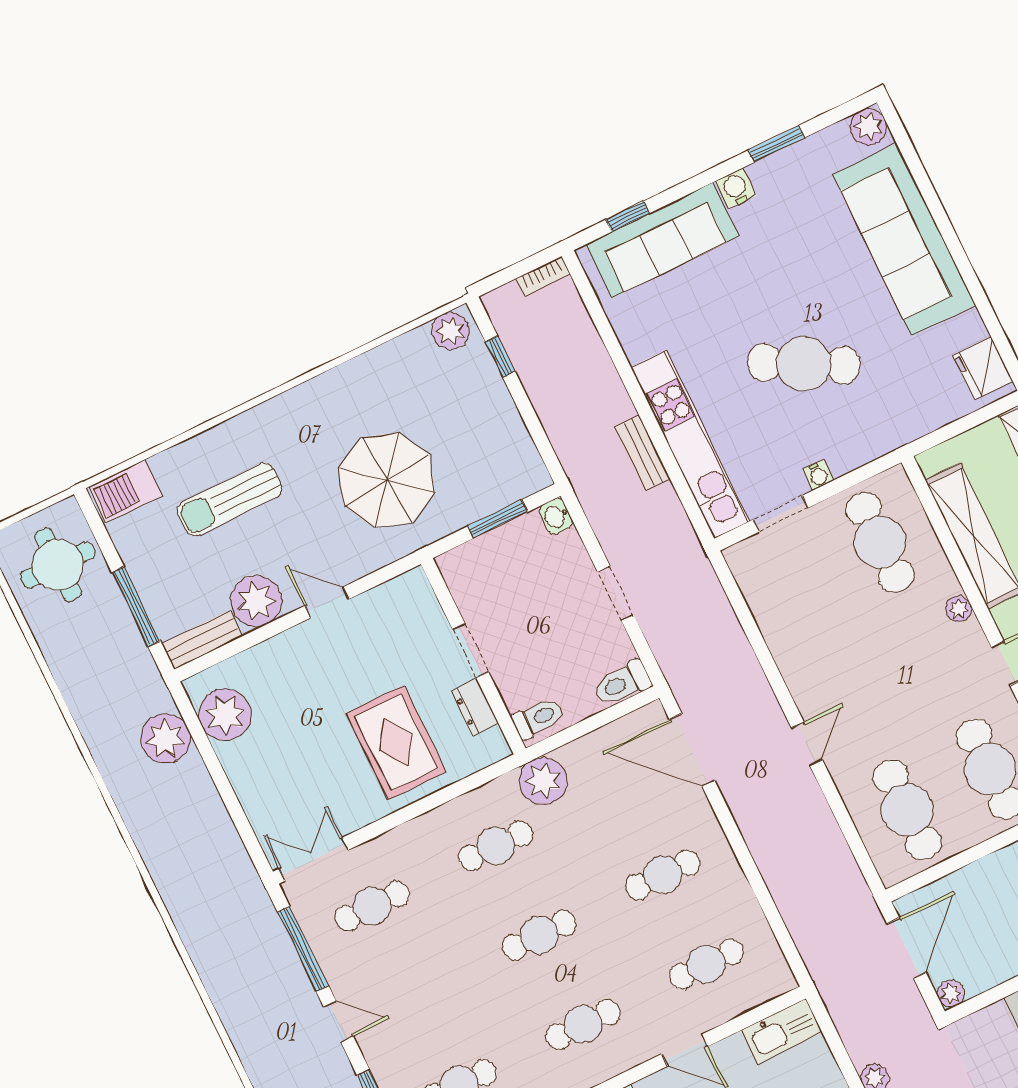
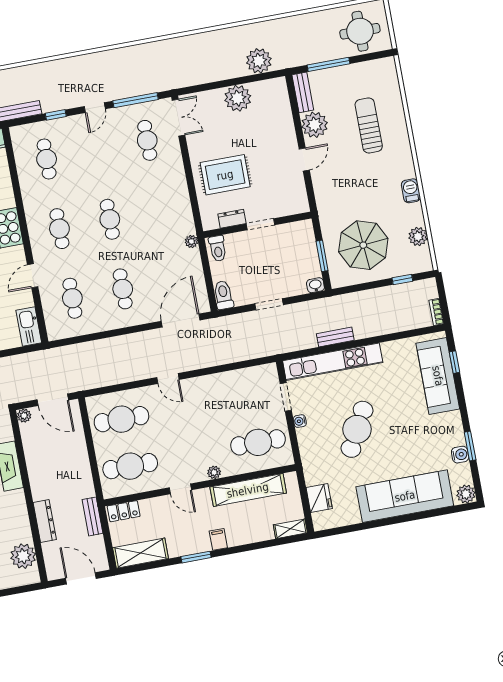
water cooler: (736, 188) -> (460, 455), moved
plant: (451, 331) -> (418, 237), moved
fridge: (983, 368) -> (319, 498), moved, turned 90
parasol: (387, 480) -> (363, 245), moved
barbecue: (125, 491) -> (411, 191), moved, width x0.73, depth x0.79
plant: (225, 715) -> (238, 98), moved
plant: (543, 781) -> (191, 241), width x0.53, depth x0.53
cafe table: (496, 846) -> (160, 210), removed

